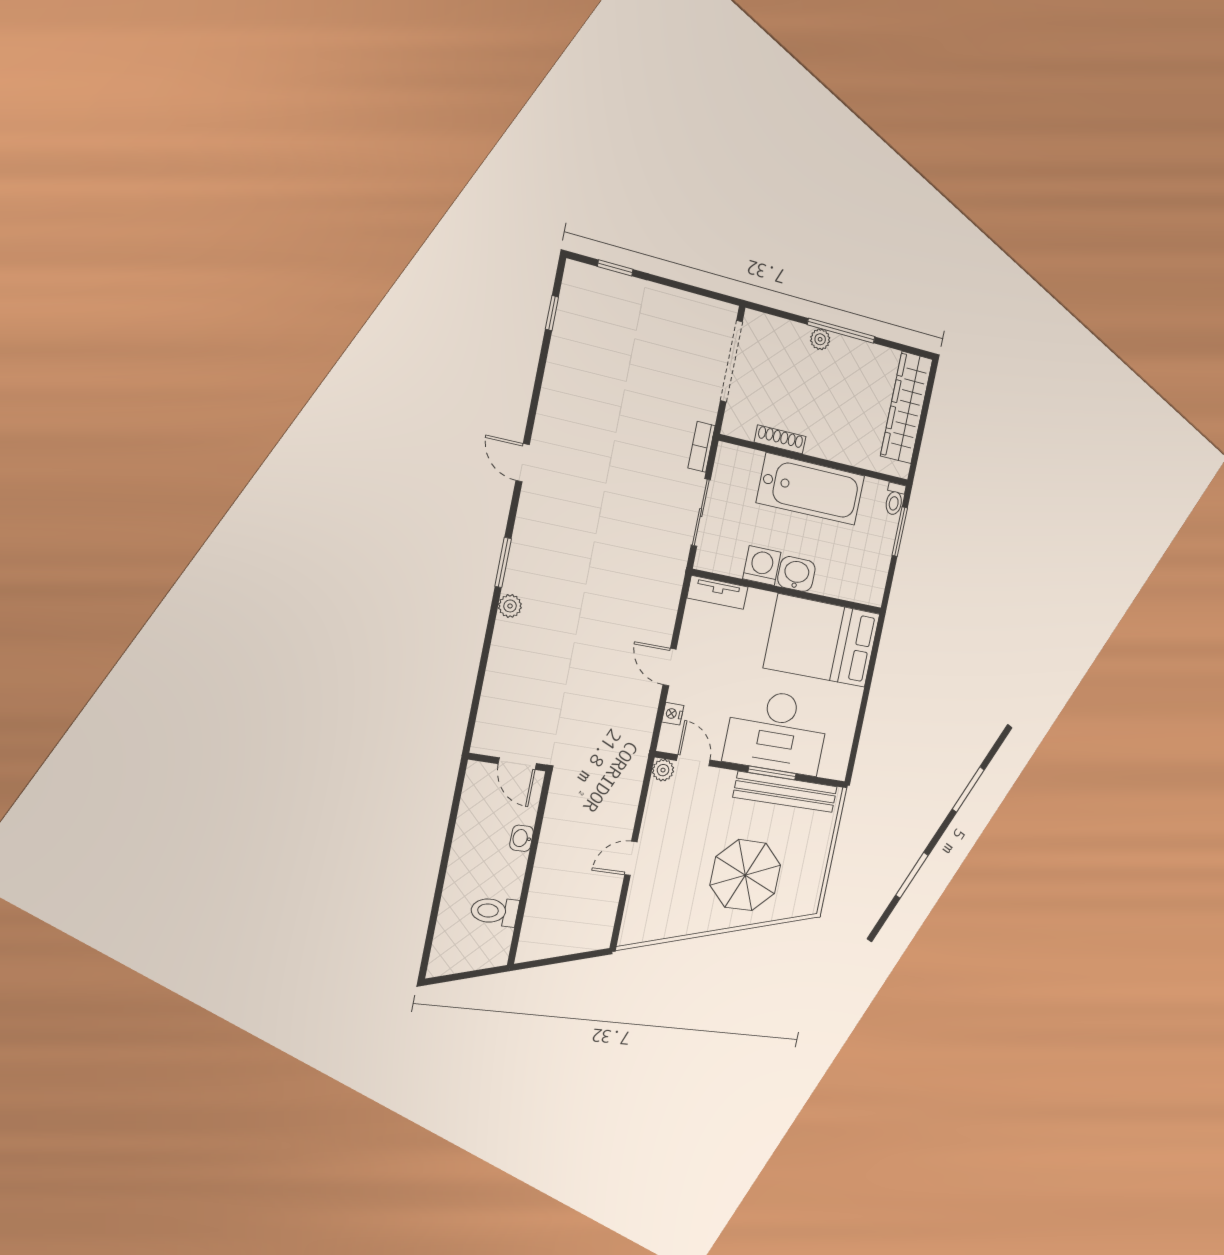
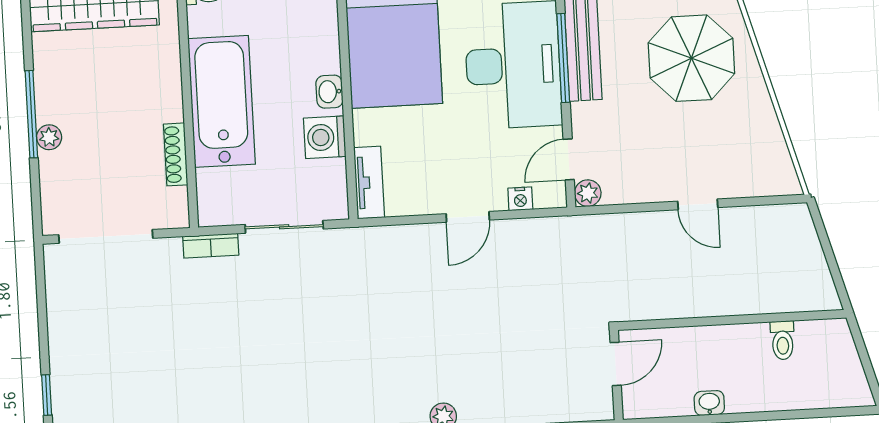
washbasin: (796, 574) -> (329, 92), width x0.72, depth x0.69
window: (772, 773) -> (563, 58), width x1.44
washbasin: (522, 838) -> (709, 403), moved, turned 180
toilet: (494, 911) -> (783, 340), width x0.73, depth x0.72

